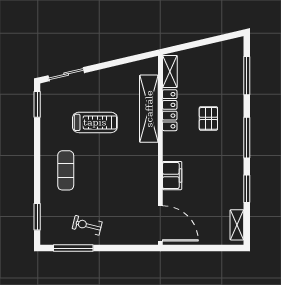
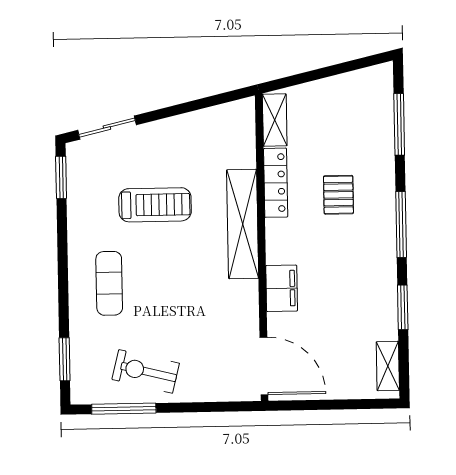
shelving: (149, 109) -> (243, 224), moved
exercise bike: (87, 225) -> (146, 371), width x1.38, depth x1.39

